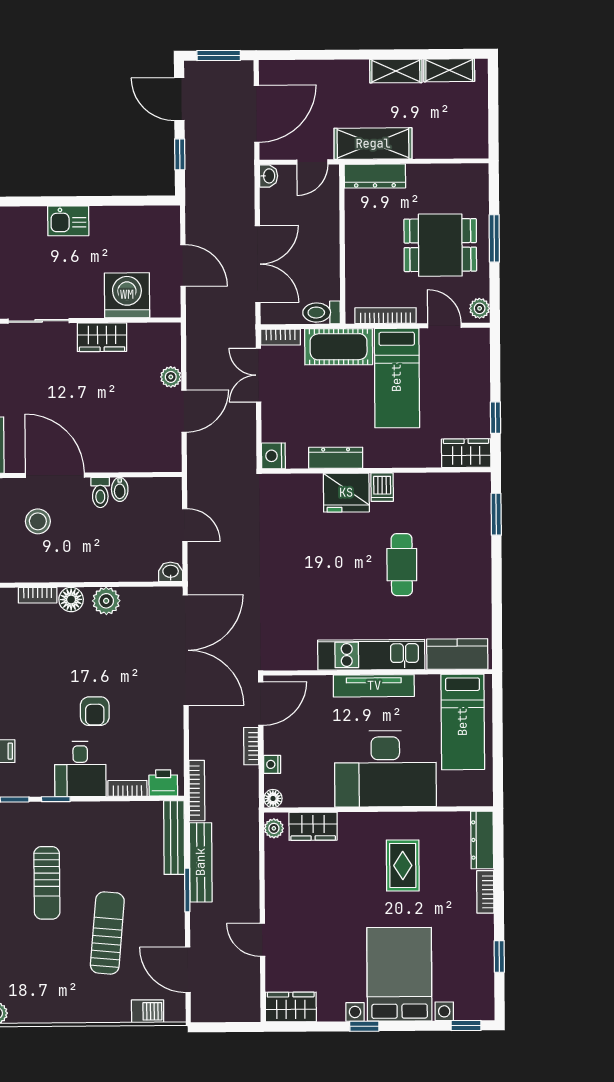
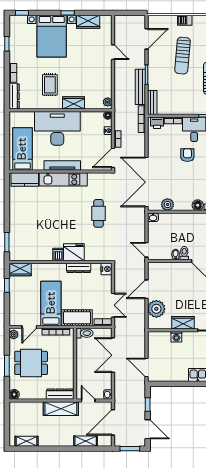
shelving: (396, 71) -> (86, 441), moved
door: (312, 162) -> (88, 401), hinge flipped
floor lamp: (478, 175) -> (14, 394), added
door: (183, 266) -> (146, 367), moved
washing machine: (127, 295) -> (176, 337), width x0.53, depth x0.53
door: (444, 326) -> (29, 327), hinge flipped
plant: (171, 377) -> (156, 309), width x1.88, depth x1.88
door: (185, 525) -> (146, 250), moved
cafe table: (402, 565) -> (99, 213), moved
plant: (106, 601) -> (168, 204), moved
wardrobe: (313, 826) -> (73, 103), moved
bench: (174, 838) -> (152, 103), width x0.73
door: (188, 970) -> (146, 39), hinge flipped
wardrobe: (291, 1007) -> (88, 22), moved
barbecue: (148, 1011) -> (185, 20), moved

